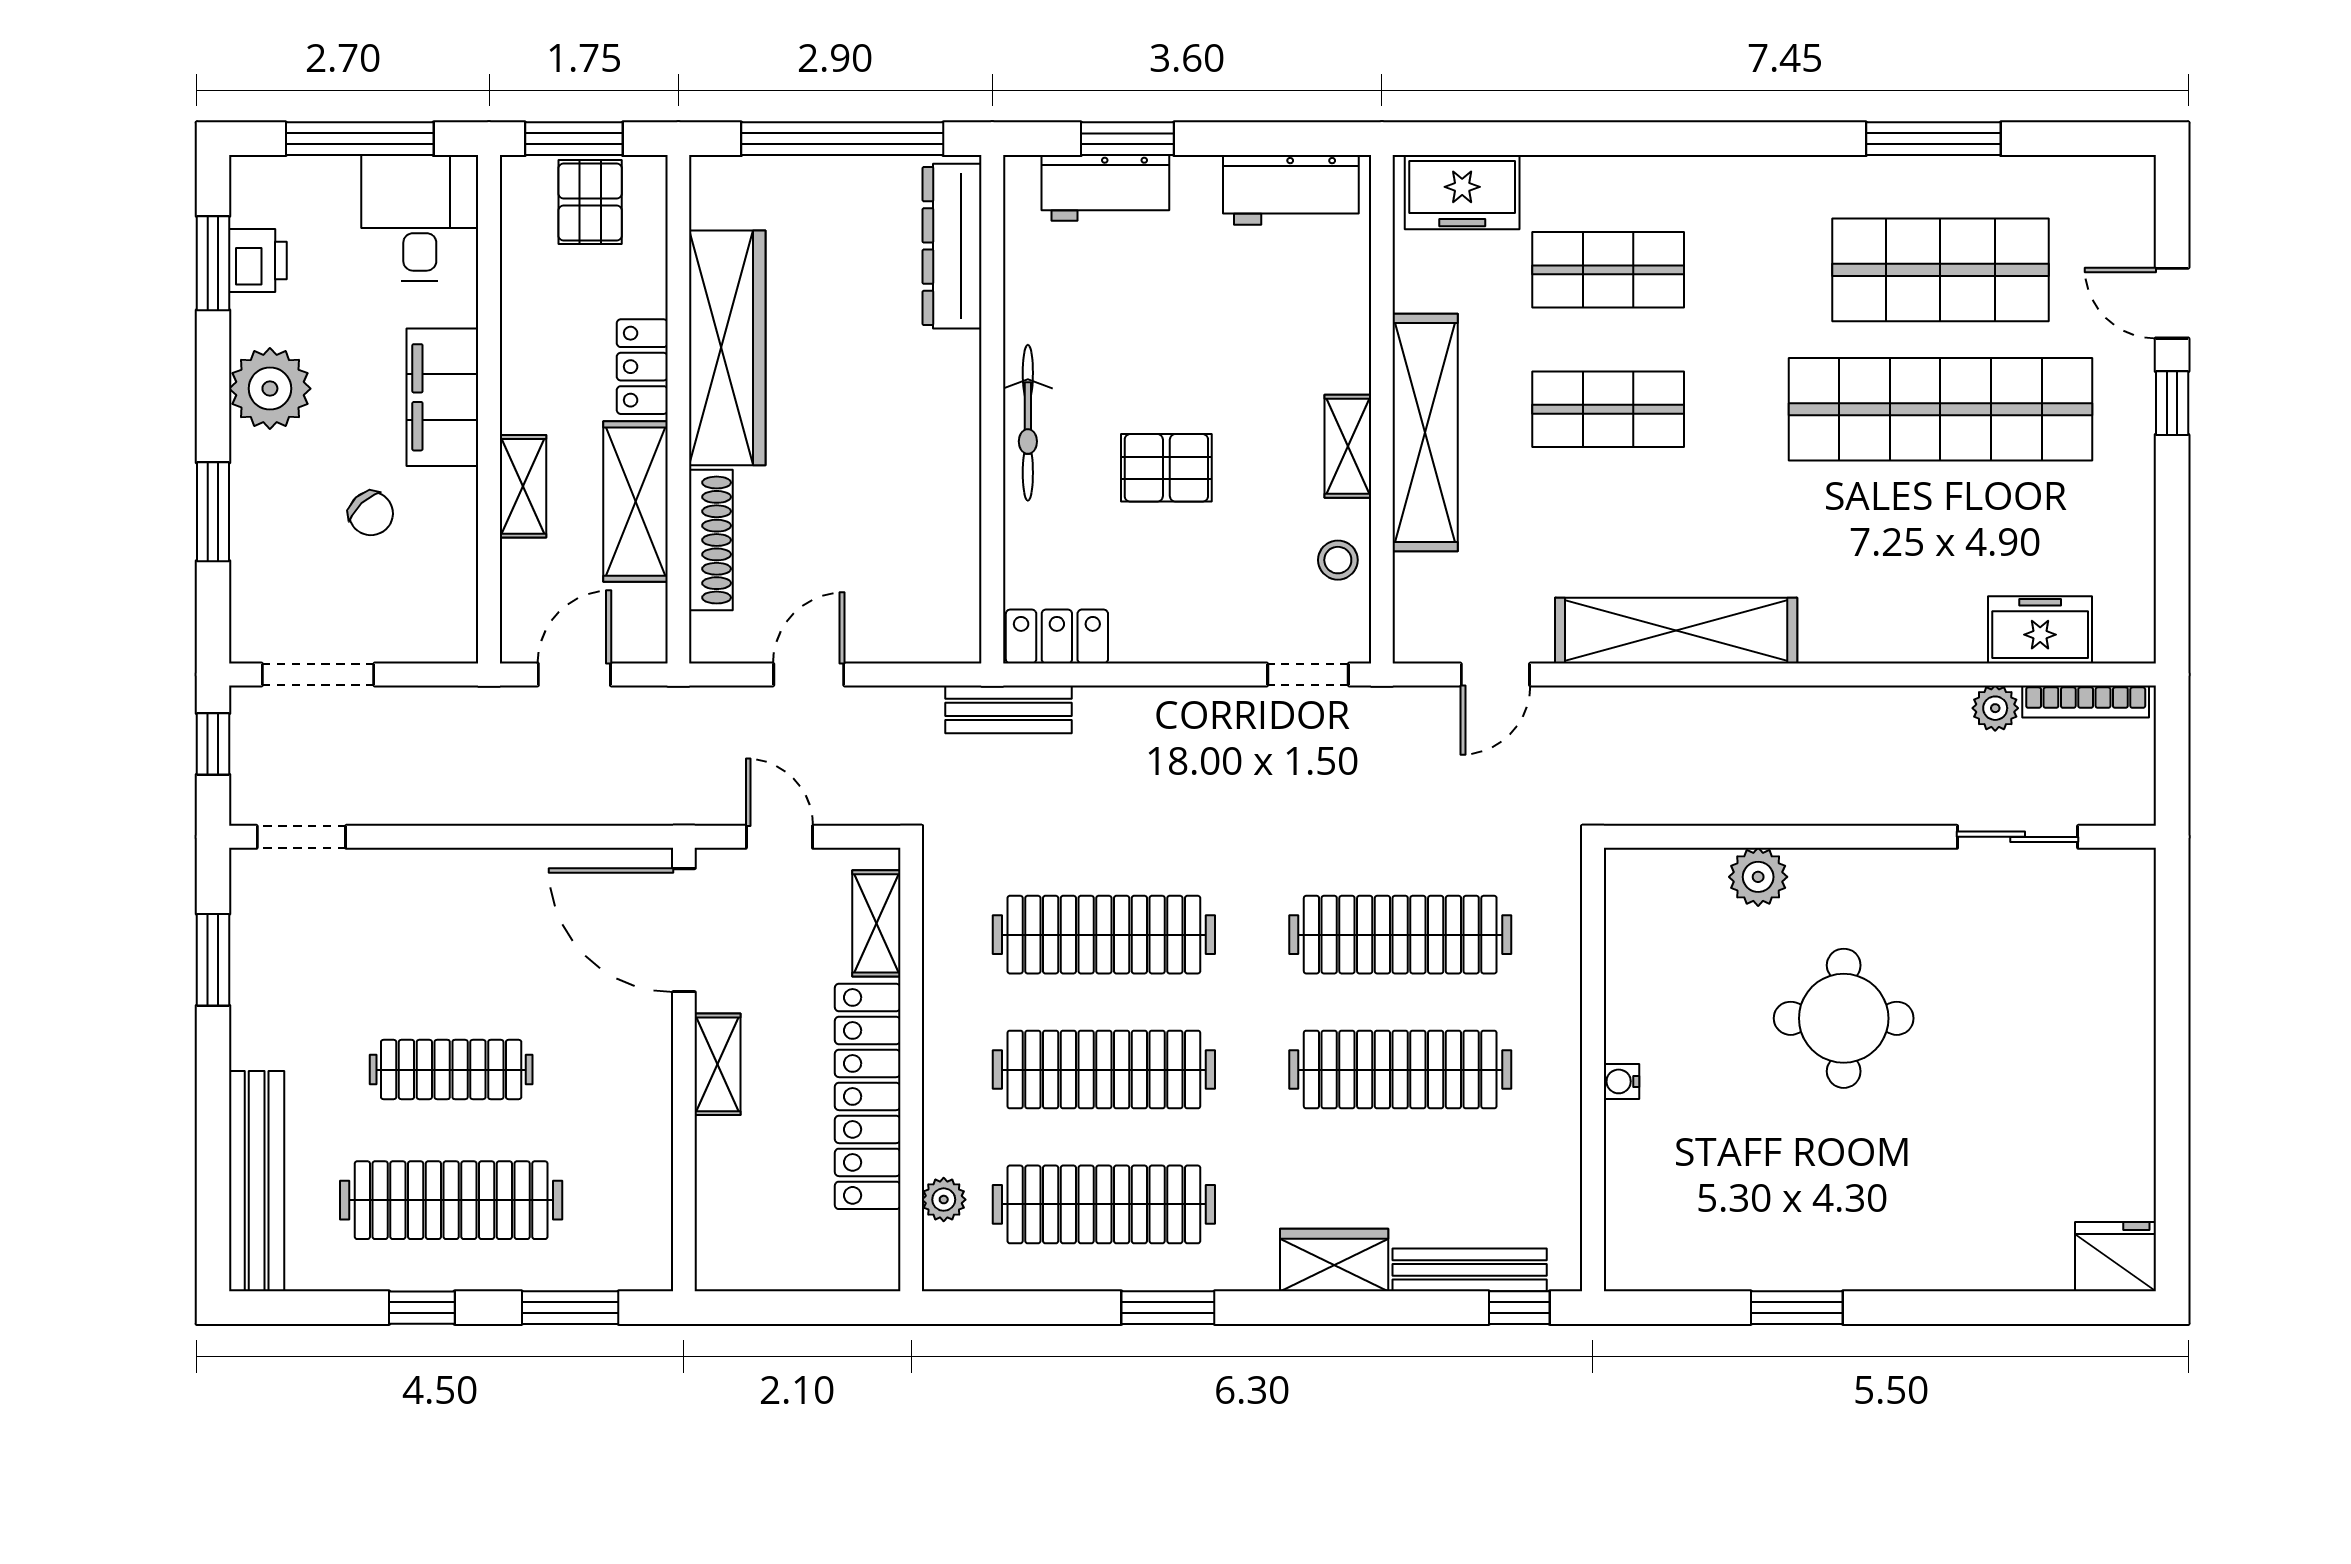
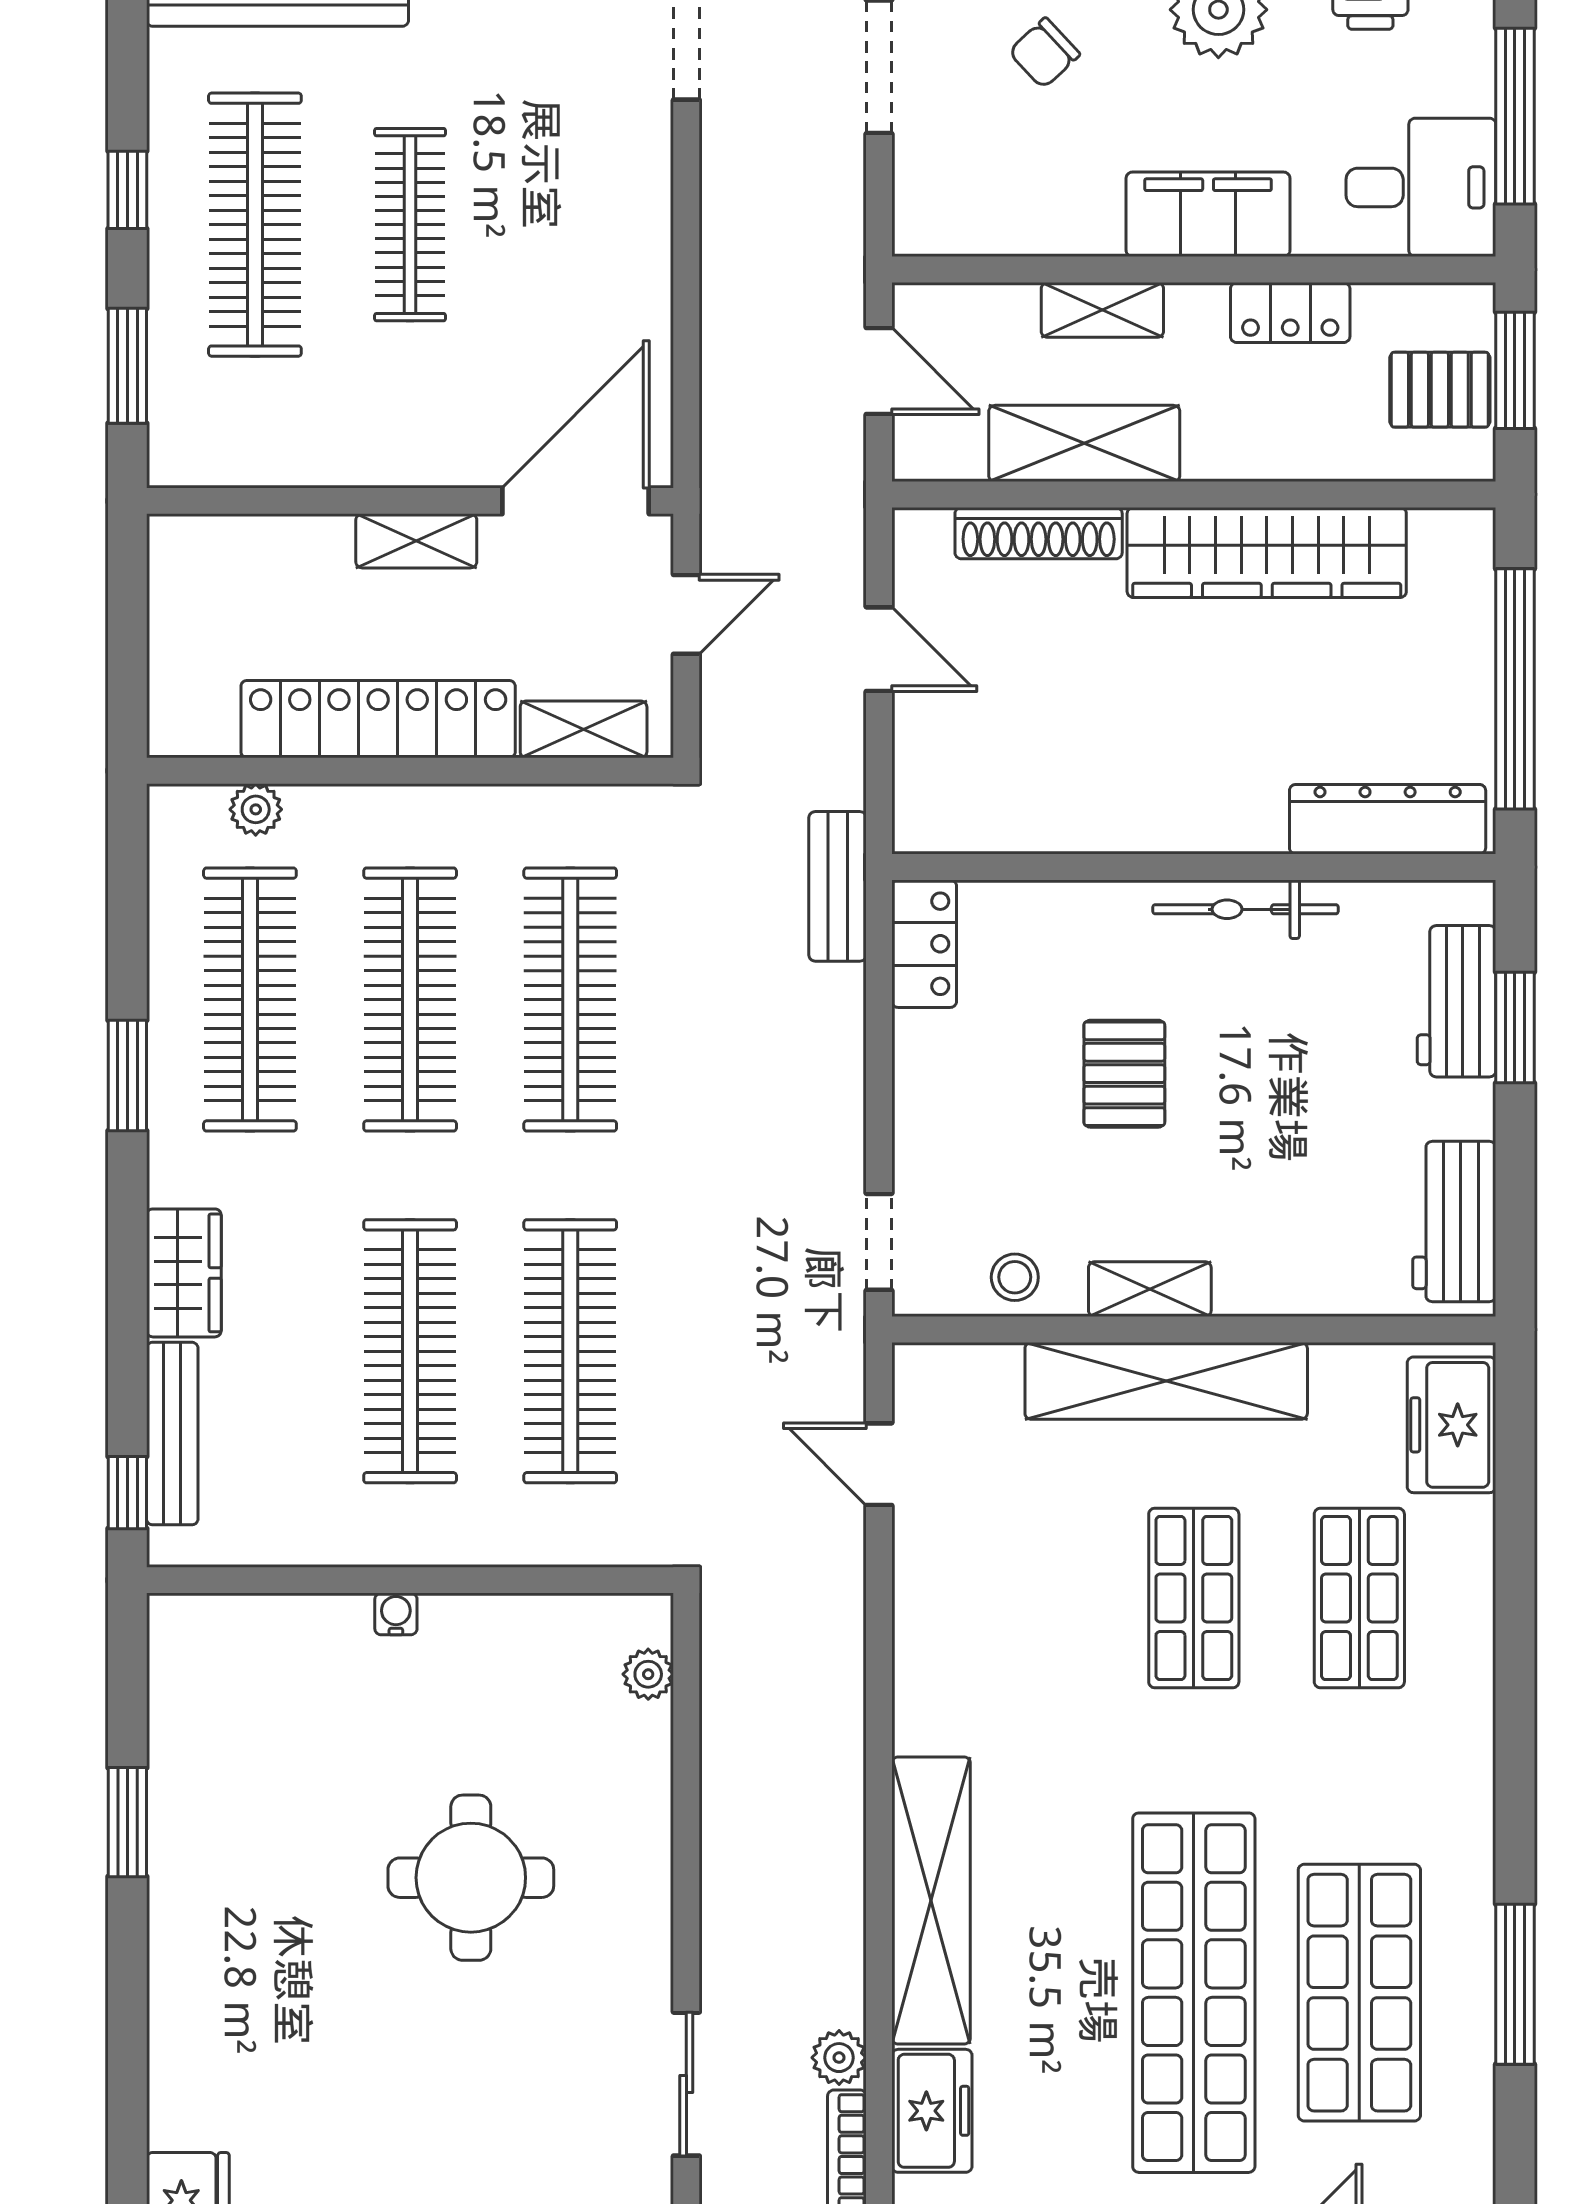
locker: (642, 367) -> (1290, 313), moved, turned 180
bicycle: (1028, 423) -> (1246, 909), moved
chair: (371, 513) -> (1044, 53), moved
shelving: (1676, 631) -> (931, 1900), moved
plant: (1758, 877) -> (648, 1674), moved, width x0.73, depth x0.73

